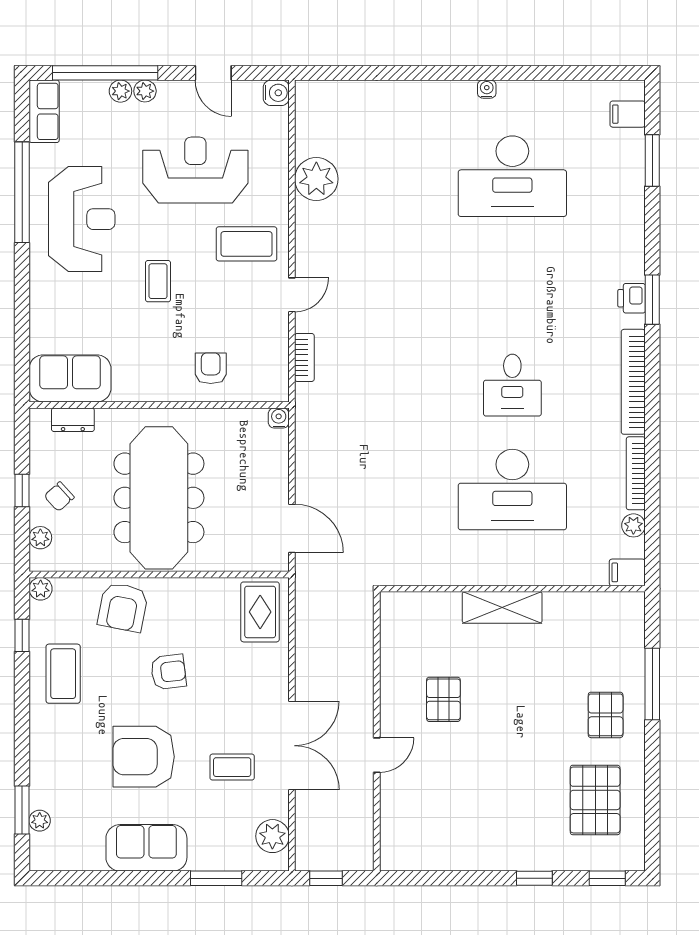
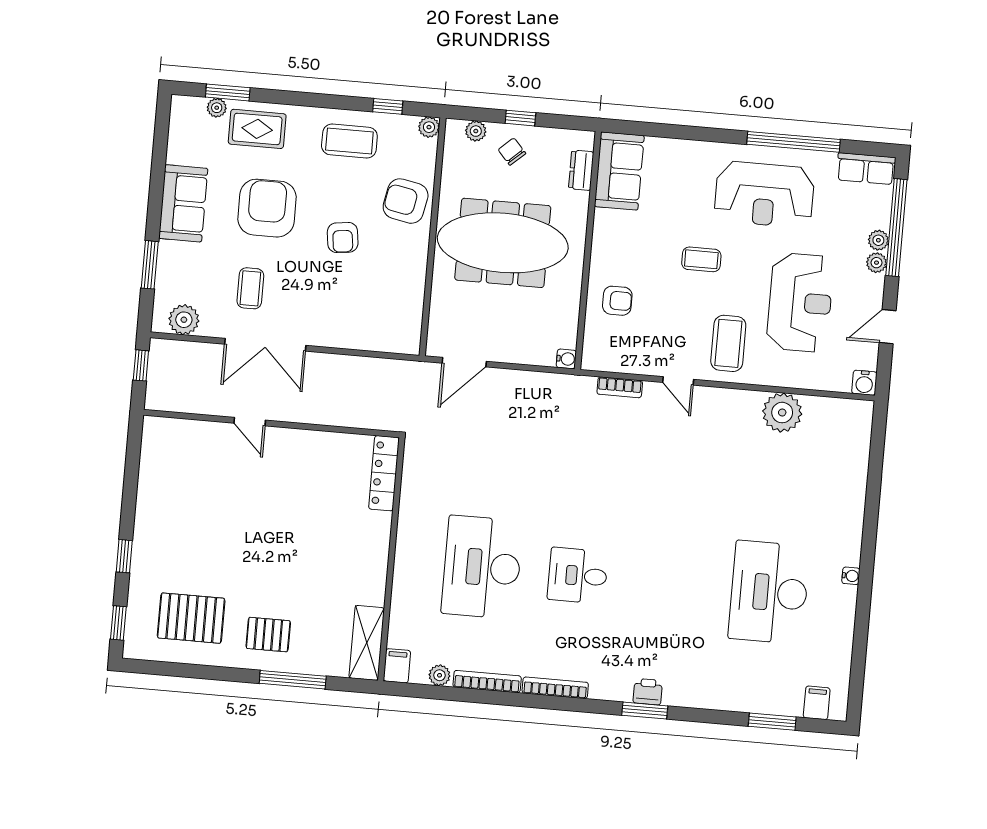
bookcase: (633, 382) -> (555, 688), width x0.68, depth x0.76
locker: (420, 605) -> (384, 473), added
shelving: (502, 607) -> (367, 643), moved
rug: (260, 612) -> (257, 129), moved
pallet: (443, 699) -> (295, 487), removed

